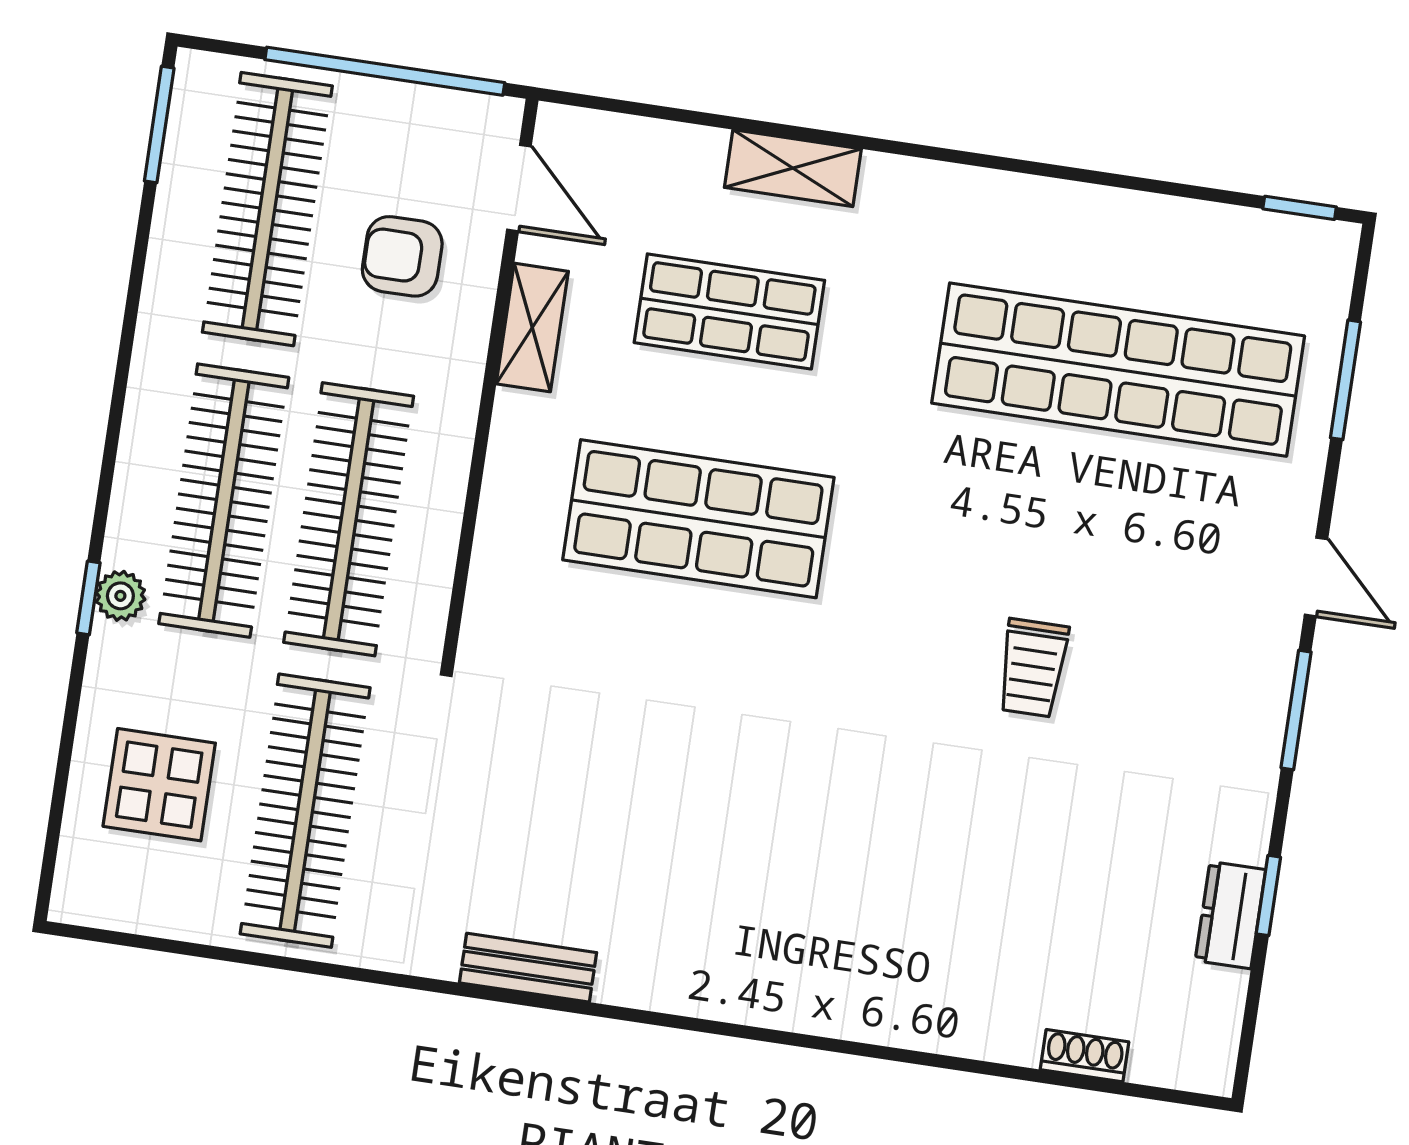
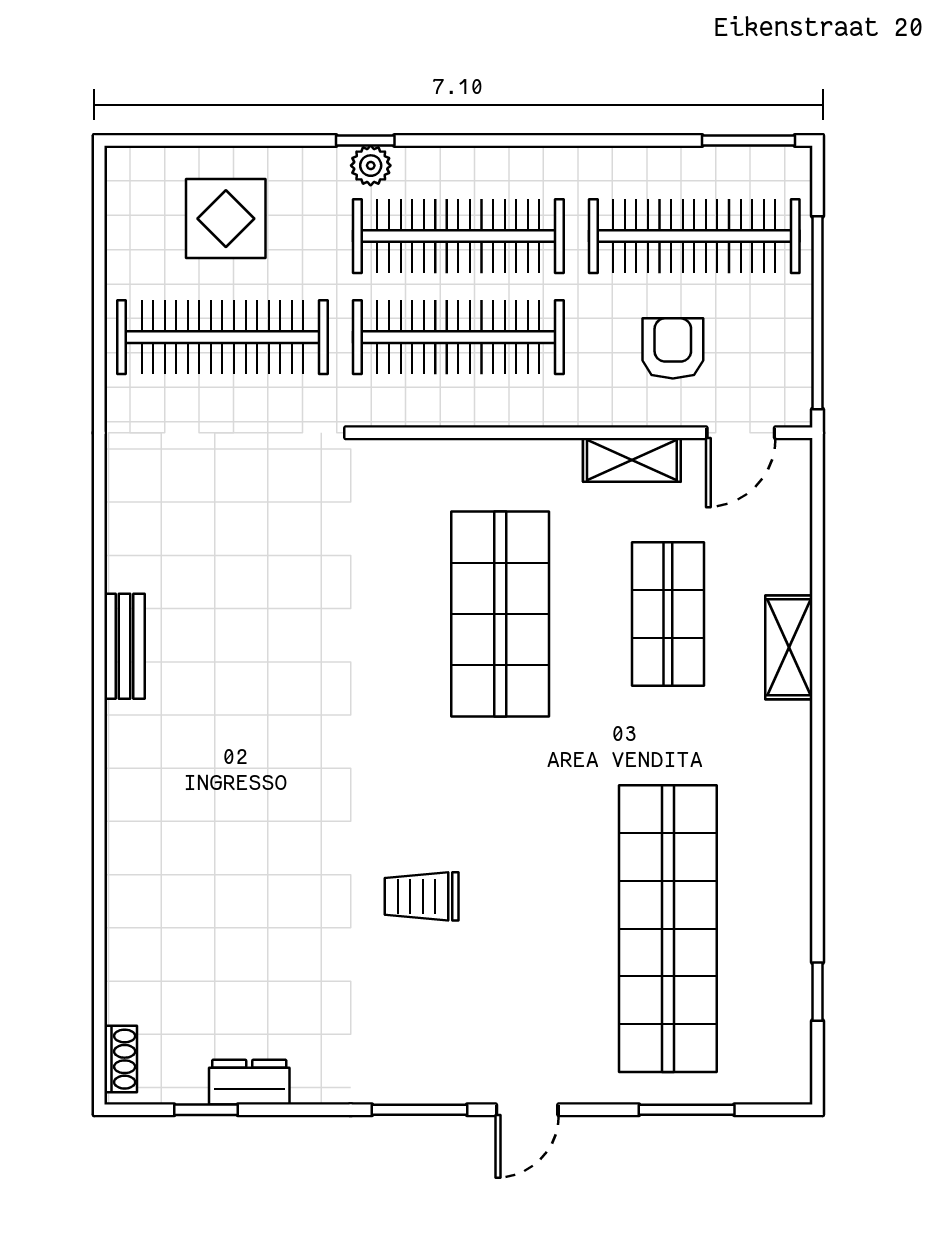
window: (1300, 208) -> (817, 992), moved
window: (1268, 895) -> (206, 1110), moved
bench: (528, 968) -> (125, 646), moved
shoe rack: (1085, 1056) -> (121, 1059), moved

